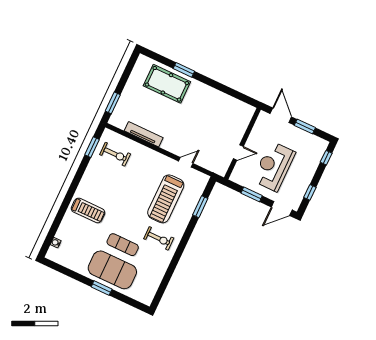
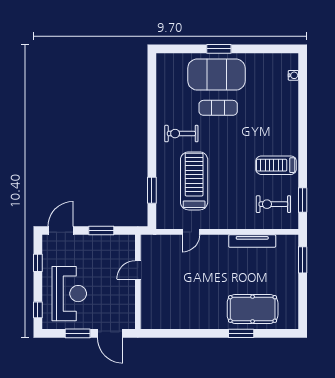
reception desk: (274, 166) -> (69, 294), moved
treadmill: (88, 210) -> (276, 165), moved

